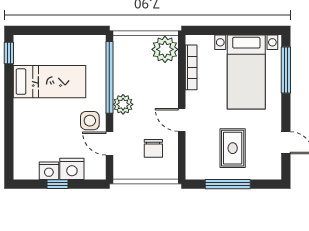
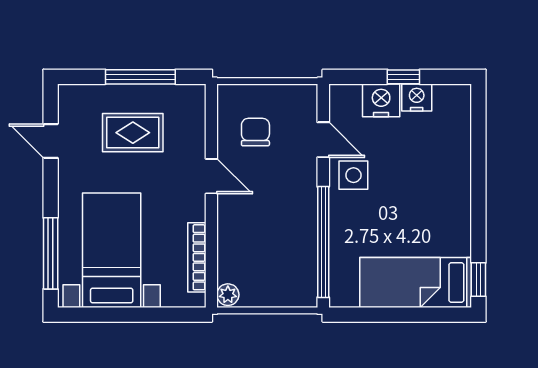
plant: (165, 49) -> (228, 295), width x0.53, depth x0.53
bed: (50, 82) -> (416, 282), moved
plant: (123, 104) -> (302, 200), removed
rug: (233, 148) -> (133, 133), turned 90

